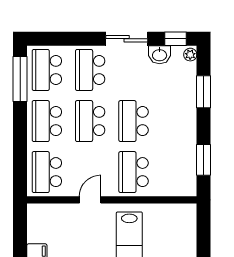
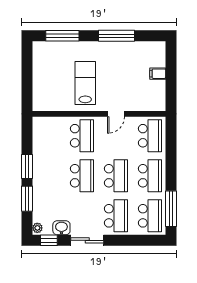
window: (204, 160) -> (27, 167), moved

